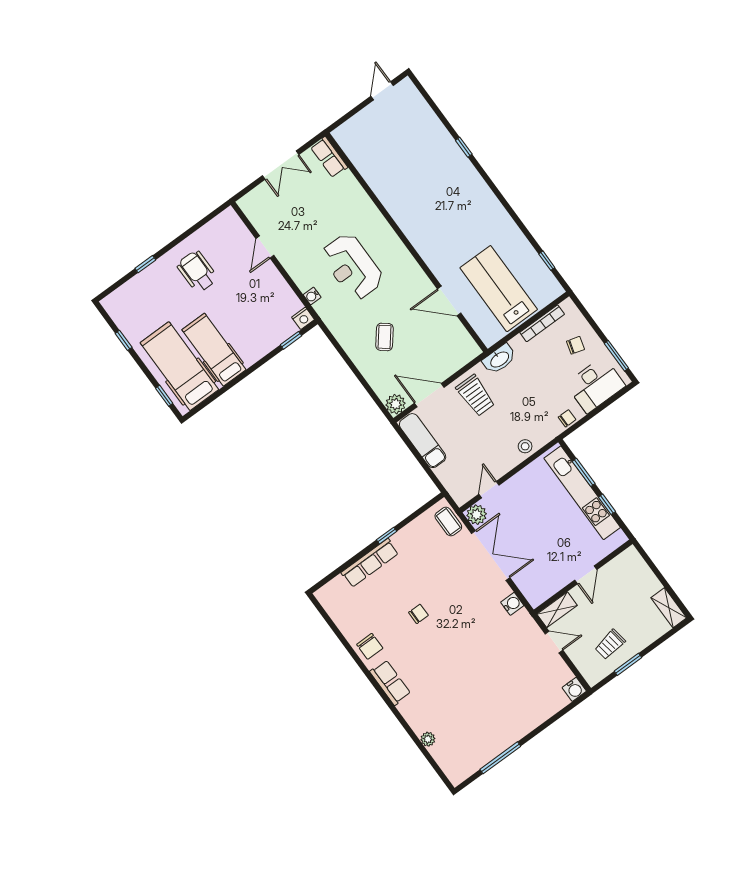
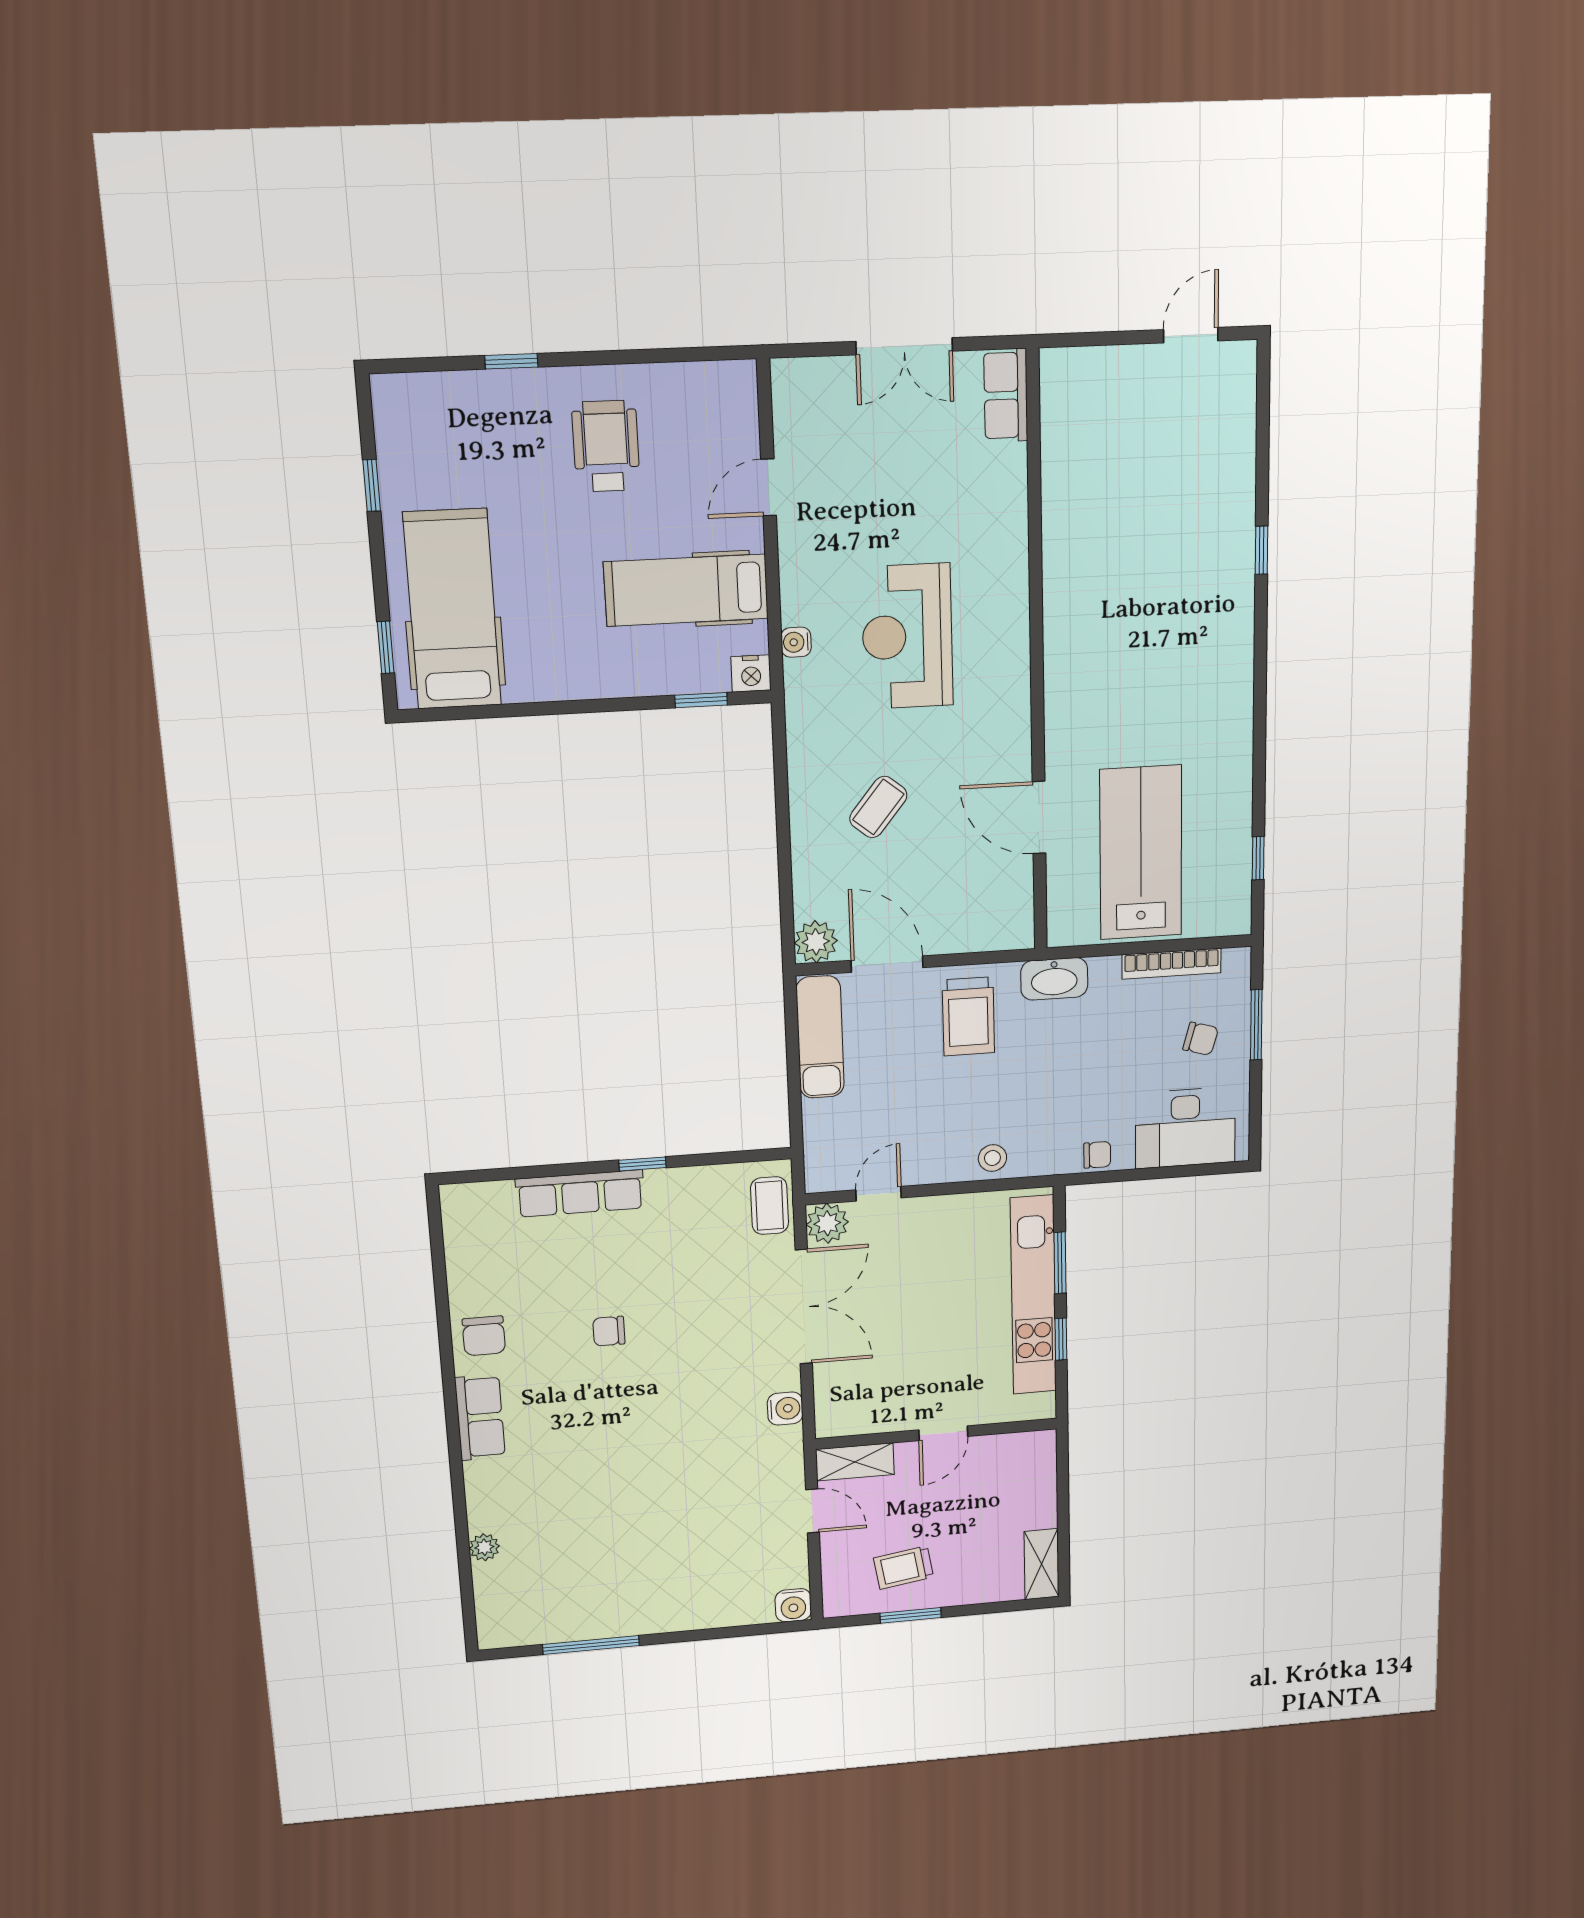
hospital bed: (214, 350) -> (686, 590), moved, turned -90
window: (616, 356) -> (1256, 1025), moved
chair: (418, 614) -> (609, 1331), turned 180

